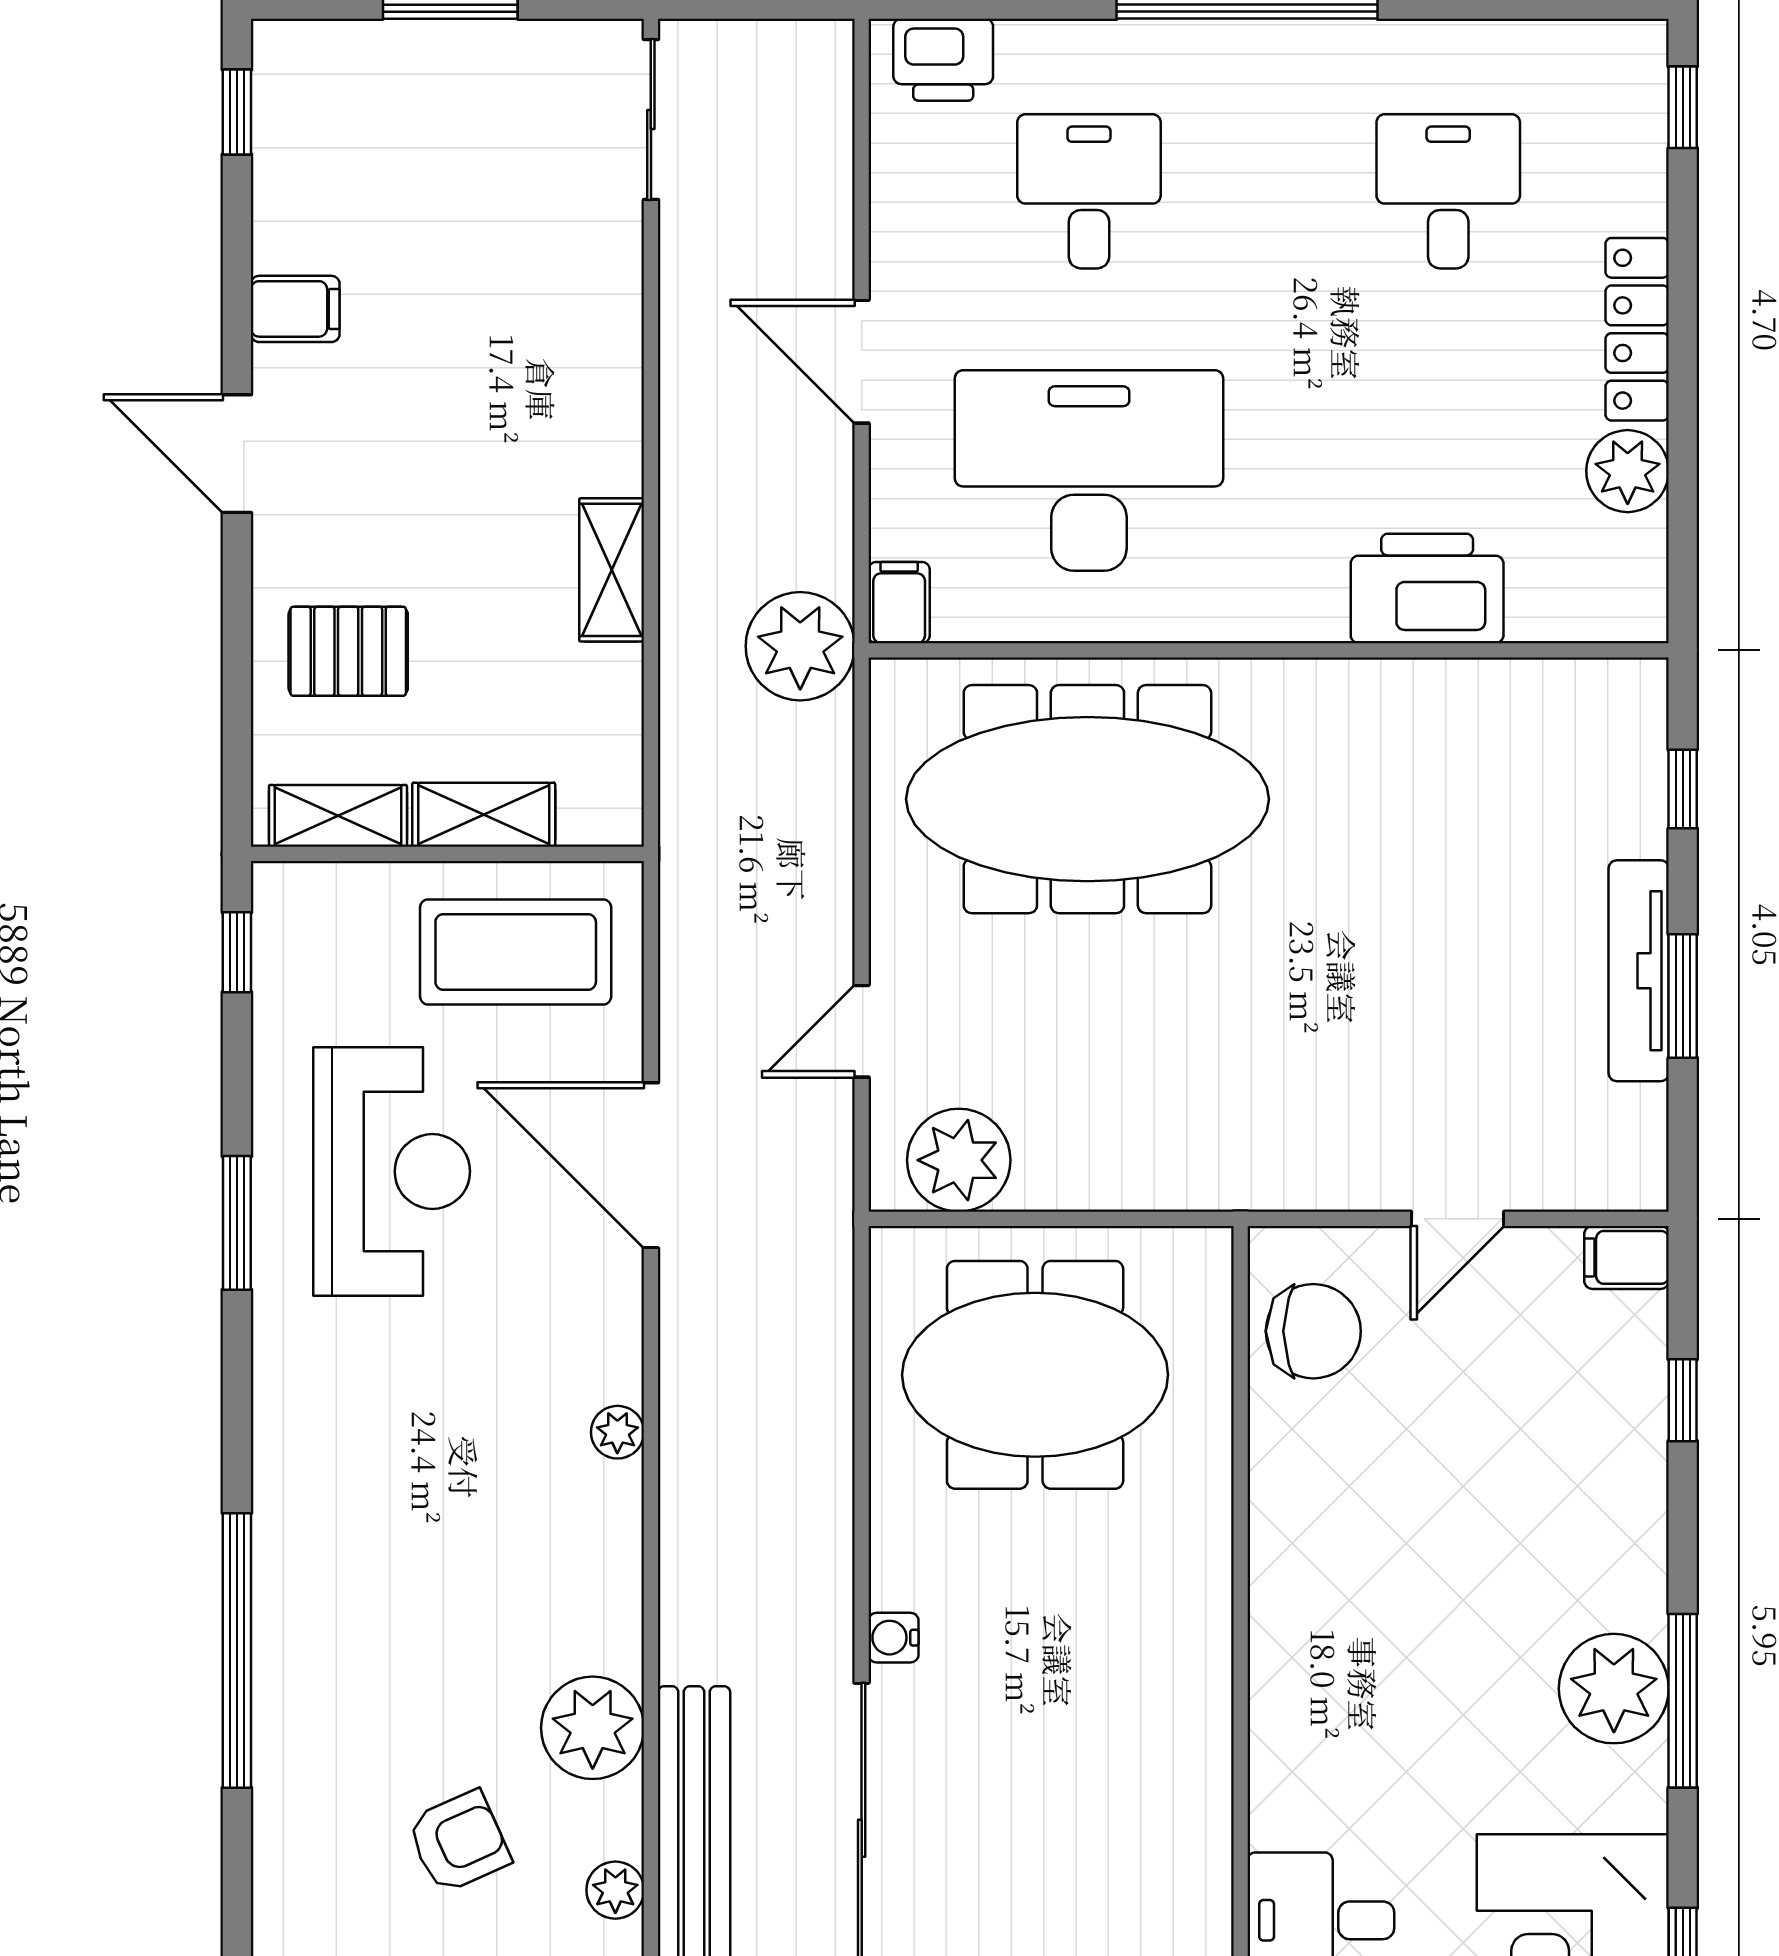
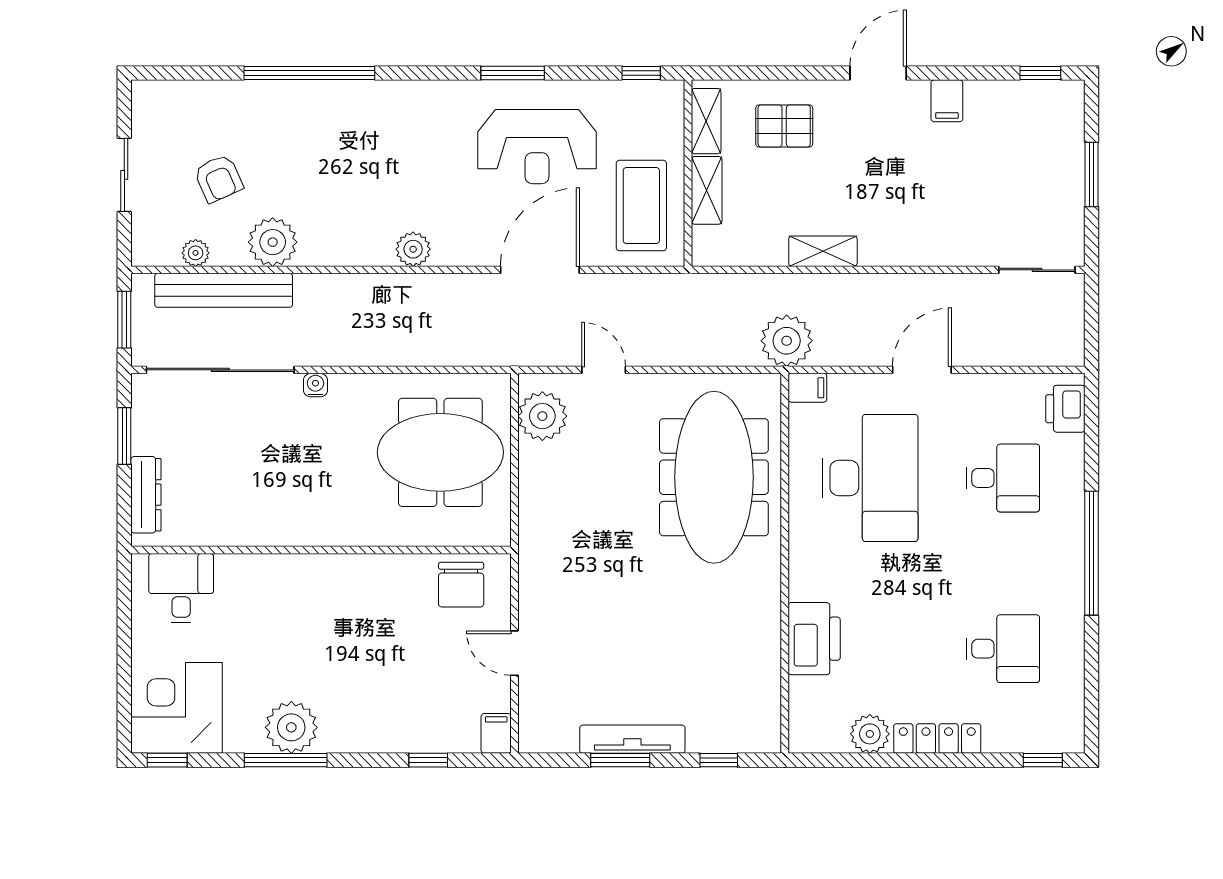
pallet: (348, 651) -> (784, 126), turned 90
meeting table: (1035, 1375) -> (440, 452), turned 90
plant: (617, 1432) -> (413, 249), width x1.38, depth x1.38

